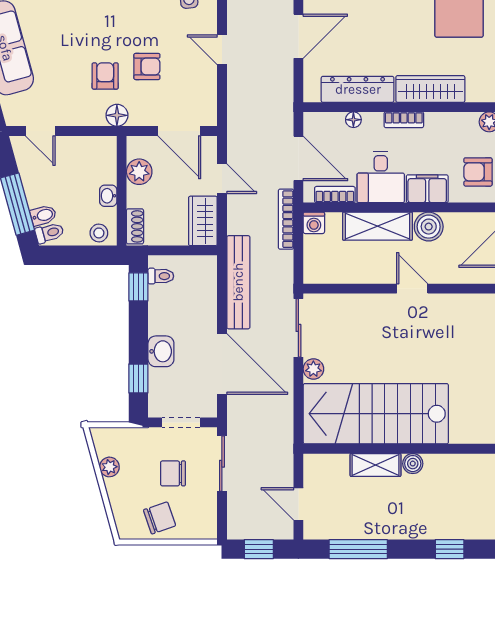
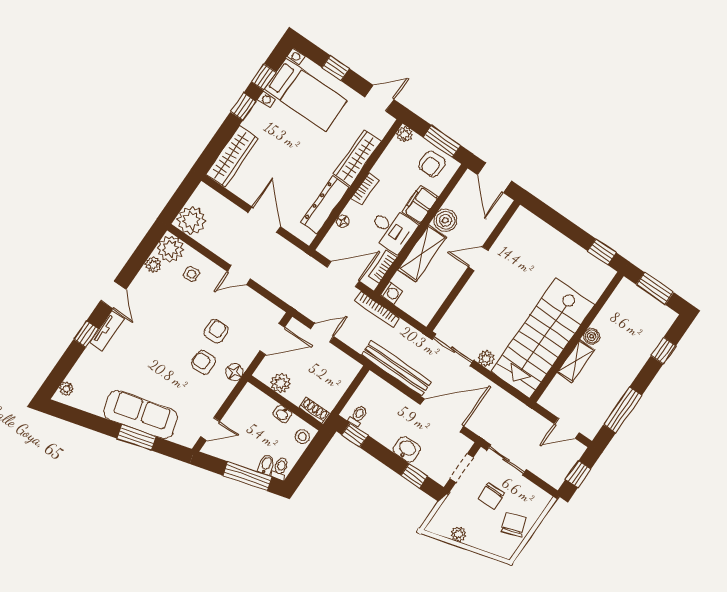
wardrobe: (203, 221) -> (341, 364), removed

